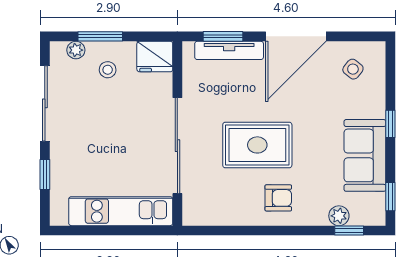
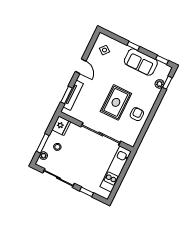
door: (296, 36) -> (81, 66), width x0.53
armchair: (278, 198) -> (137, 114), moved

